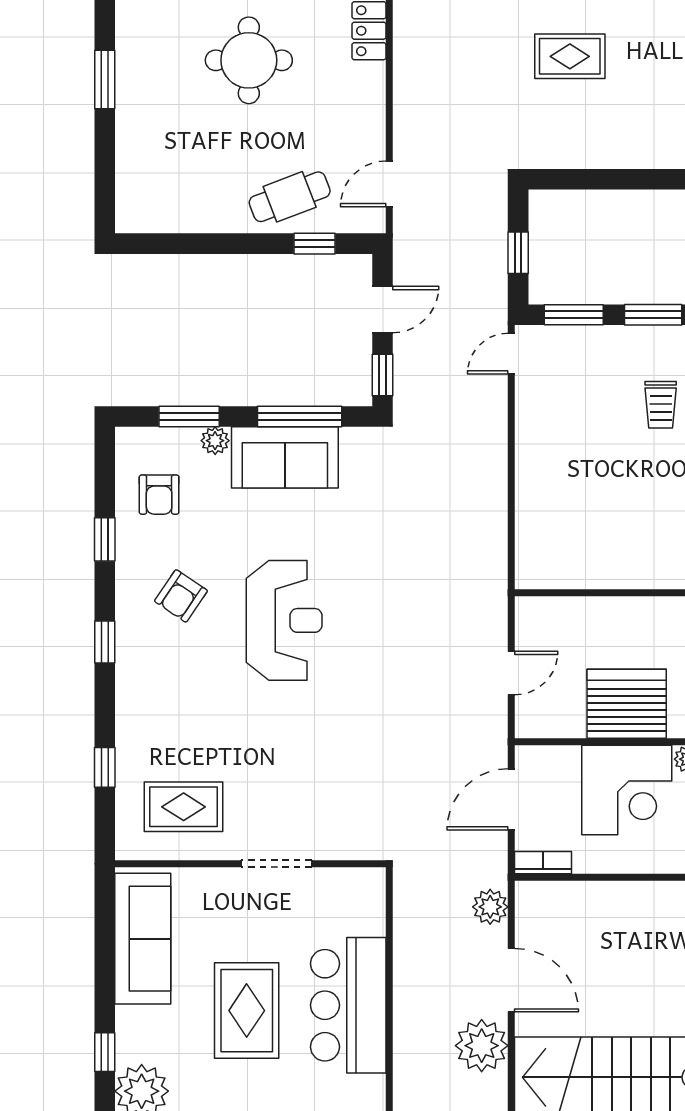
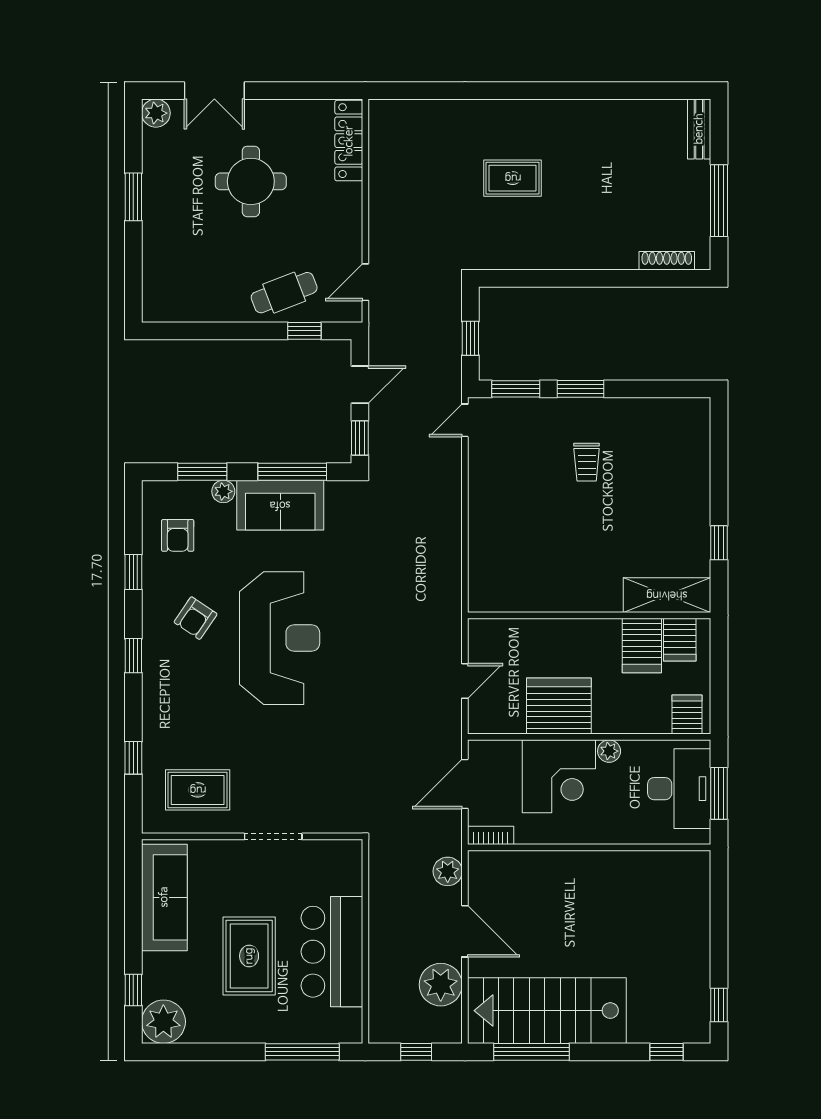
reception desk: (284, 620) -> (280, 638), width x1.36, depth x1.30

